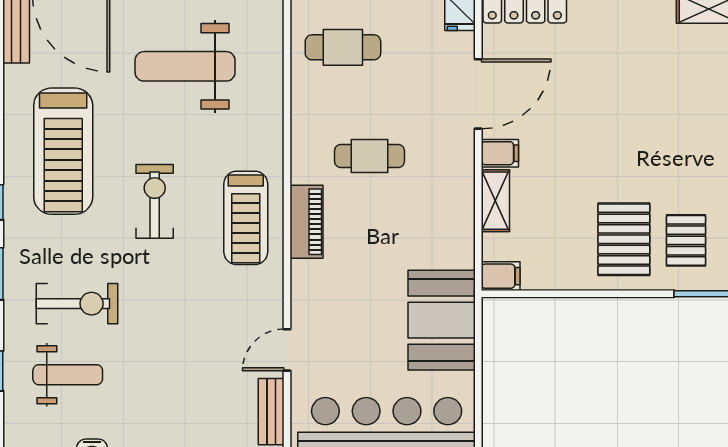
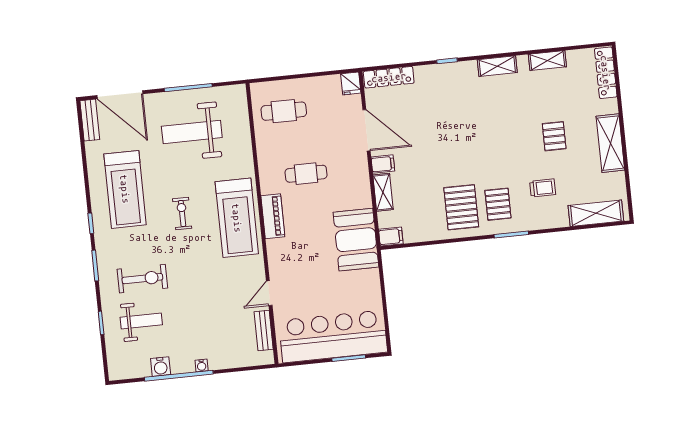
door: (478, 94) -> (366, 130), hinge flipped
exercise bike: (155, 201) -> (182, 214), width x0.73, depth x0.72
treadmill: (246, 218) -> (237, 218), width x1.37, depth x1.38
booth: (442, 320) -> (356, 240), moved

